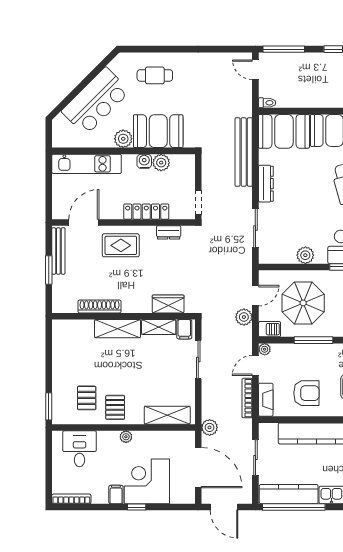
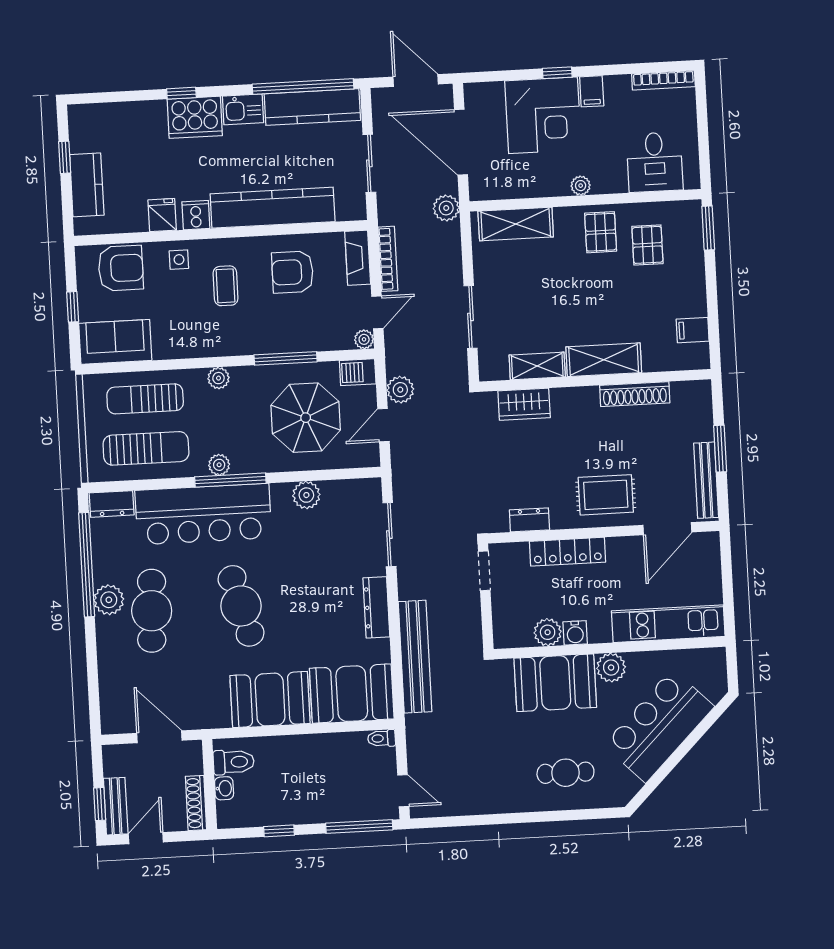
filing cabinet: (184, 329) -> (693, 330), moved, turned -90

